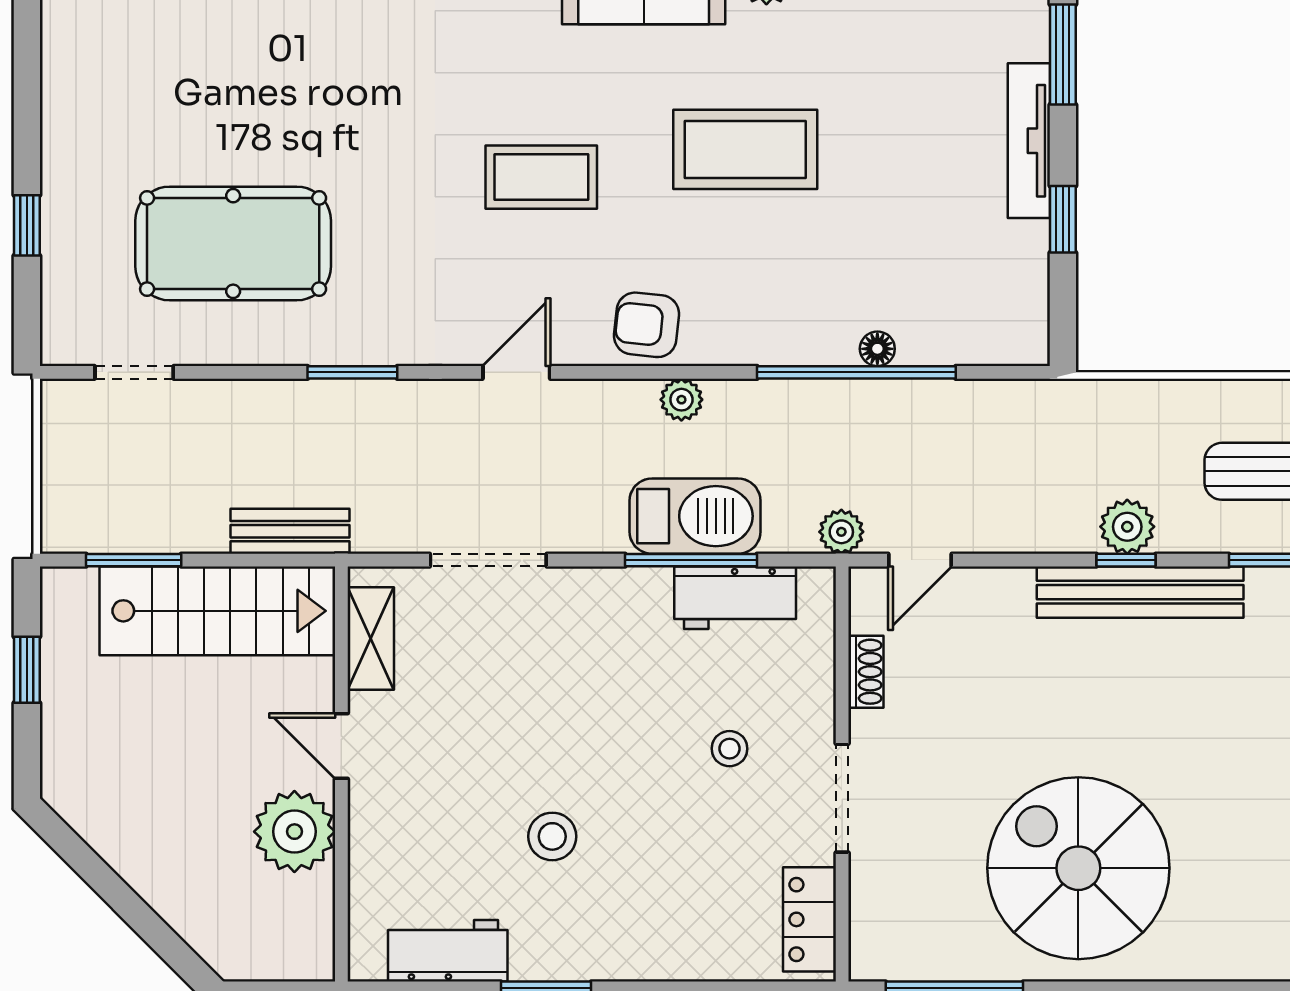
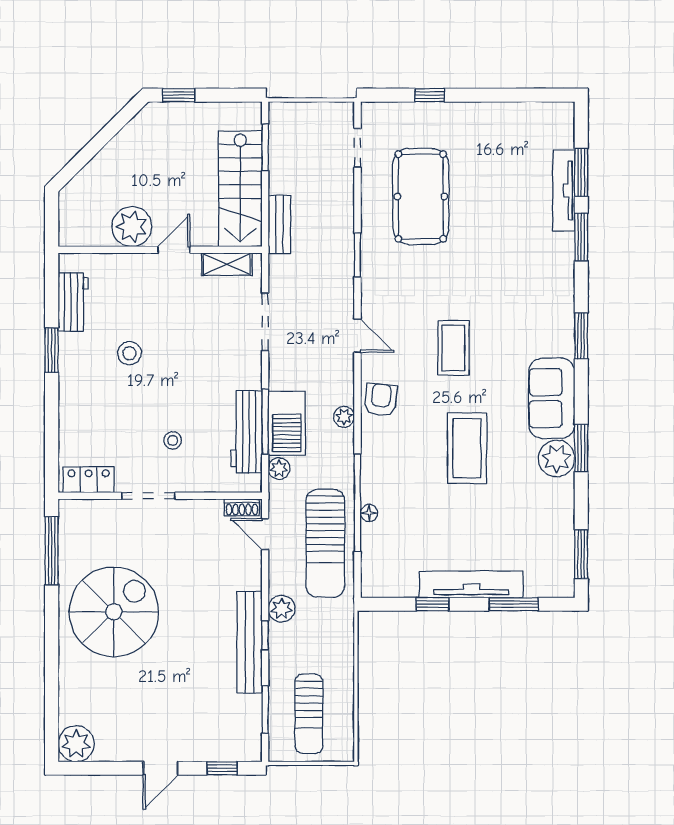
tv unit: (1029, 141) -> (471, 585), width x1.36, depth x1.29
sun lounger: (939, 438) -> (325, 543), added
plant: (1127, 527) -> (282, 609), moved
plant: (841, 532) -> (279, 469), moved
workbench: (735, 598) -> (247, 432), width x1.37
window: (27, 670) -> (179, 95), moved
shoe rack: (866, 672) -> (242, 507), moved

